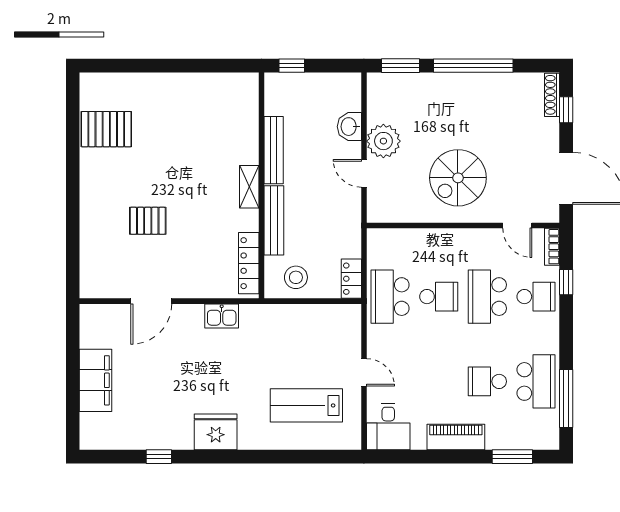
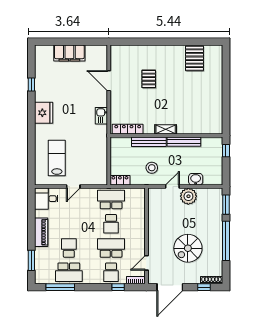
spiral stairs: (458, 178) -> (188, 248), moved, turned -90
stool: (296, 277) -> (152, 168), moved

